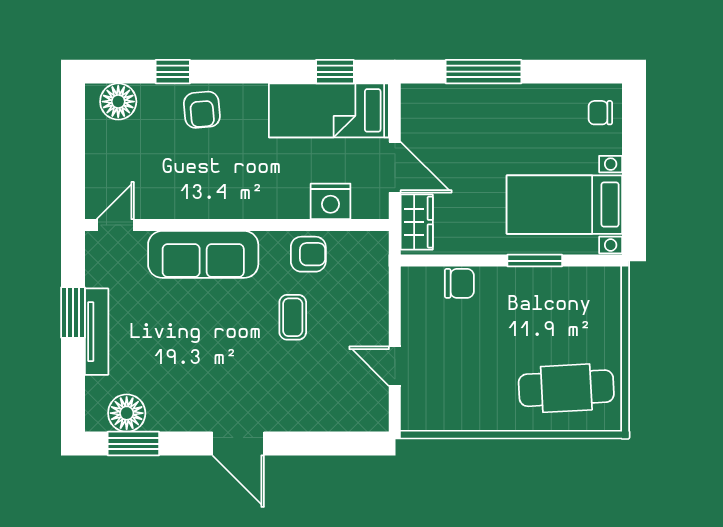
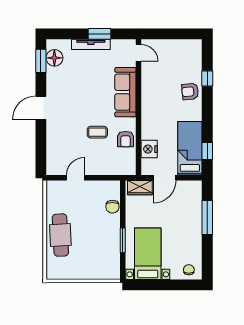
floor lamp: (118, 102) -> (194, 54), removed
cafe table: (566, 388) -> (60, 235), moved

